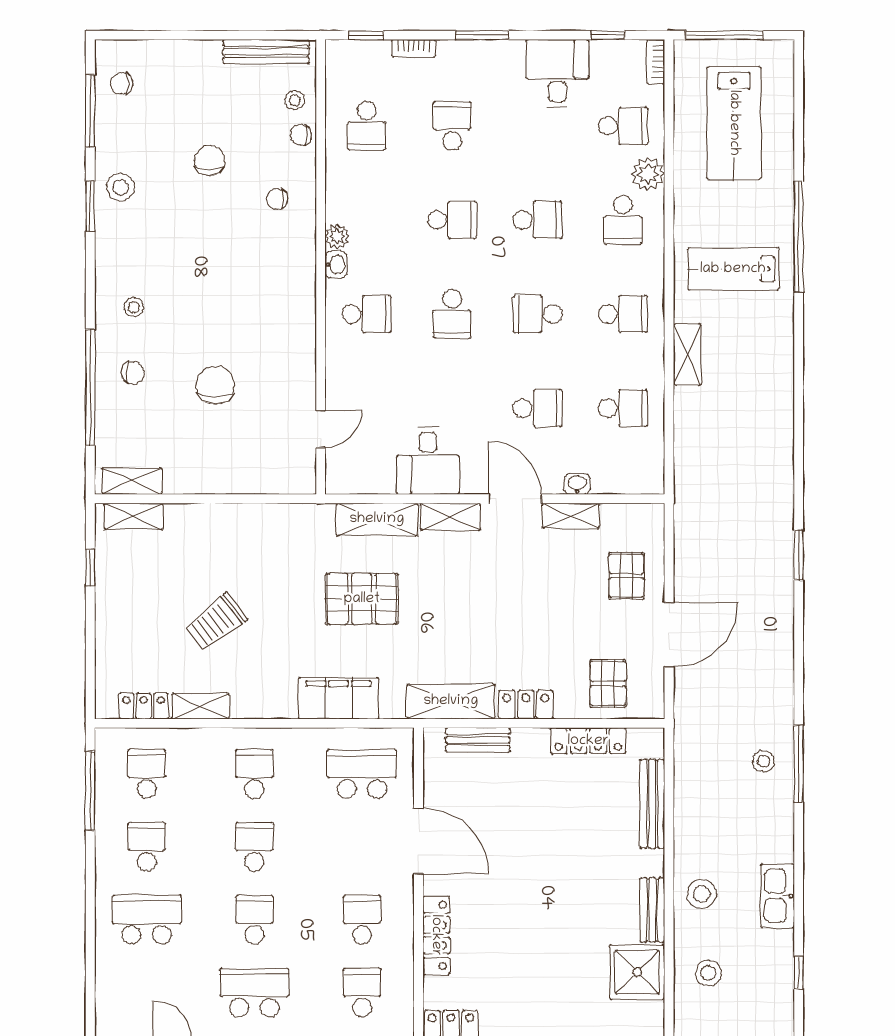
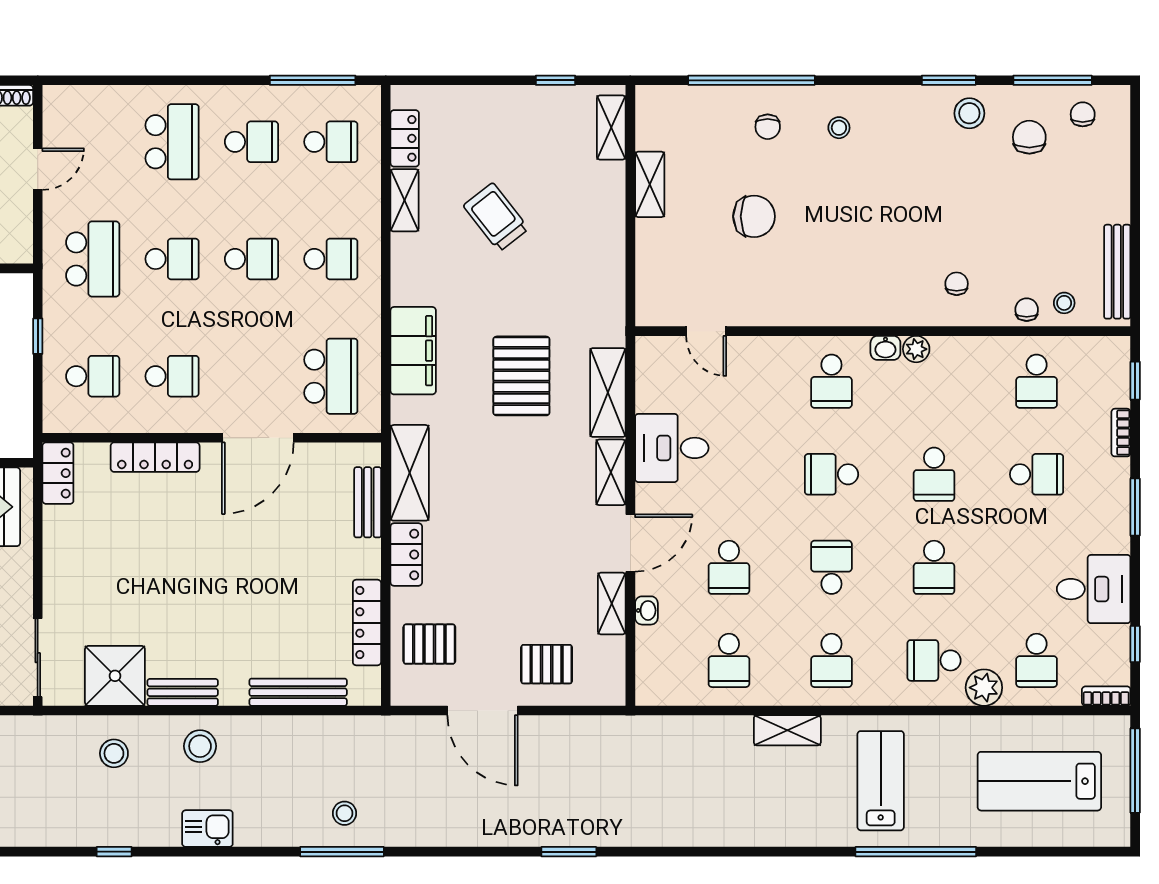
school desk: (367, 126) -> (1037, 381), turned -90
chair: (209, 160) -> (1029, 137), moved, turned -90
shelving: (132, 481) -> (650, 184), moved
kitchen sink: (777, 896) -> (207, 829), width x0.73

